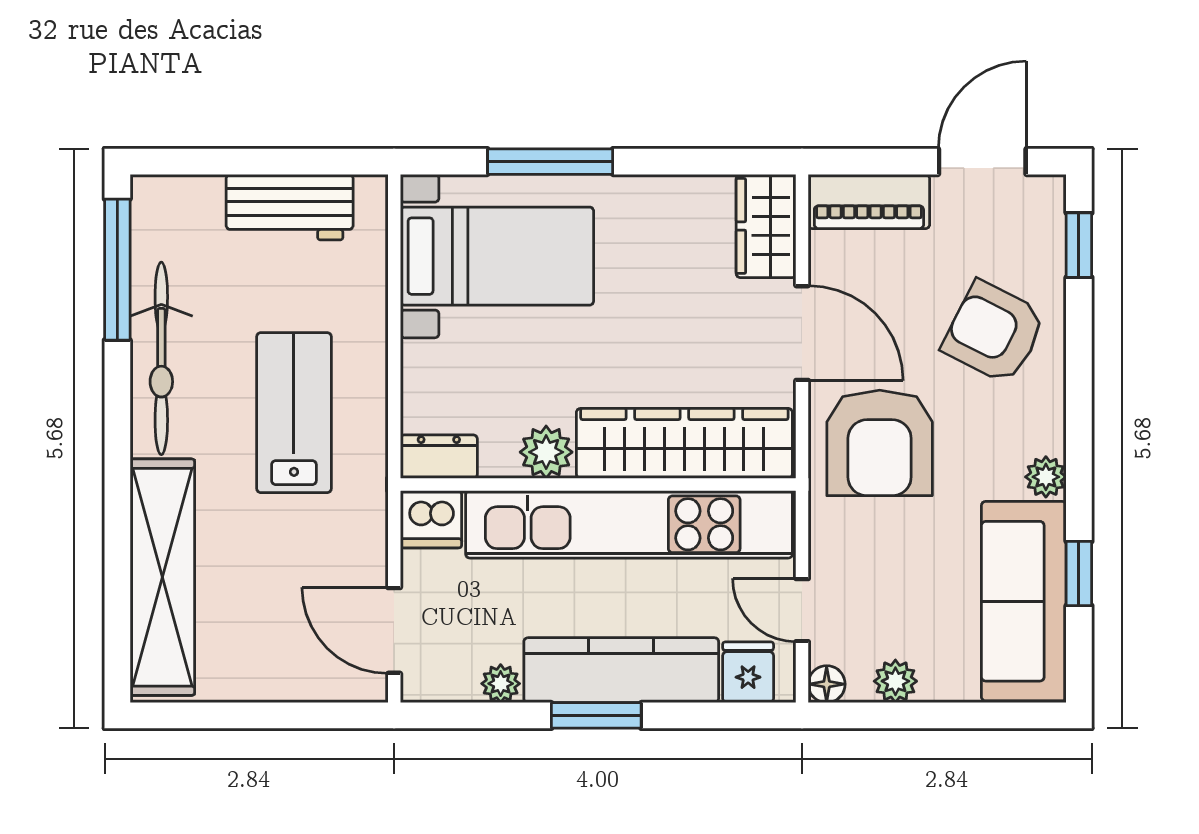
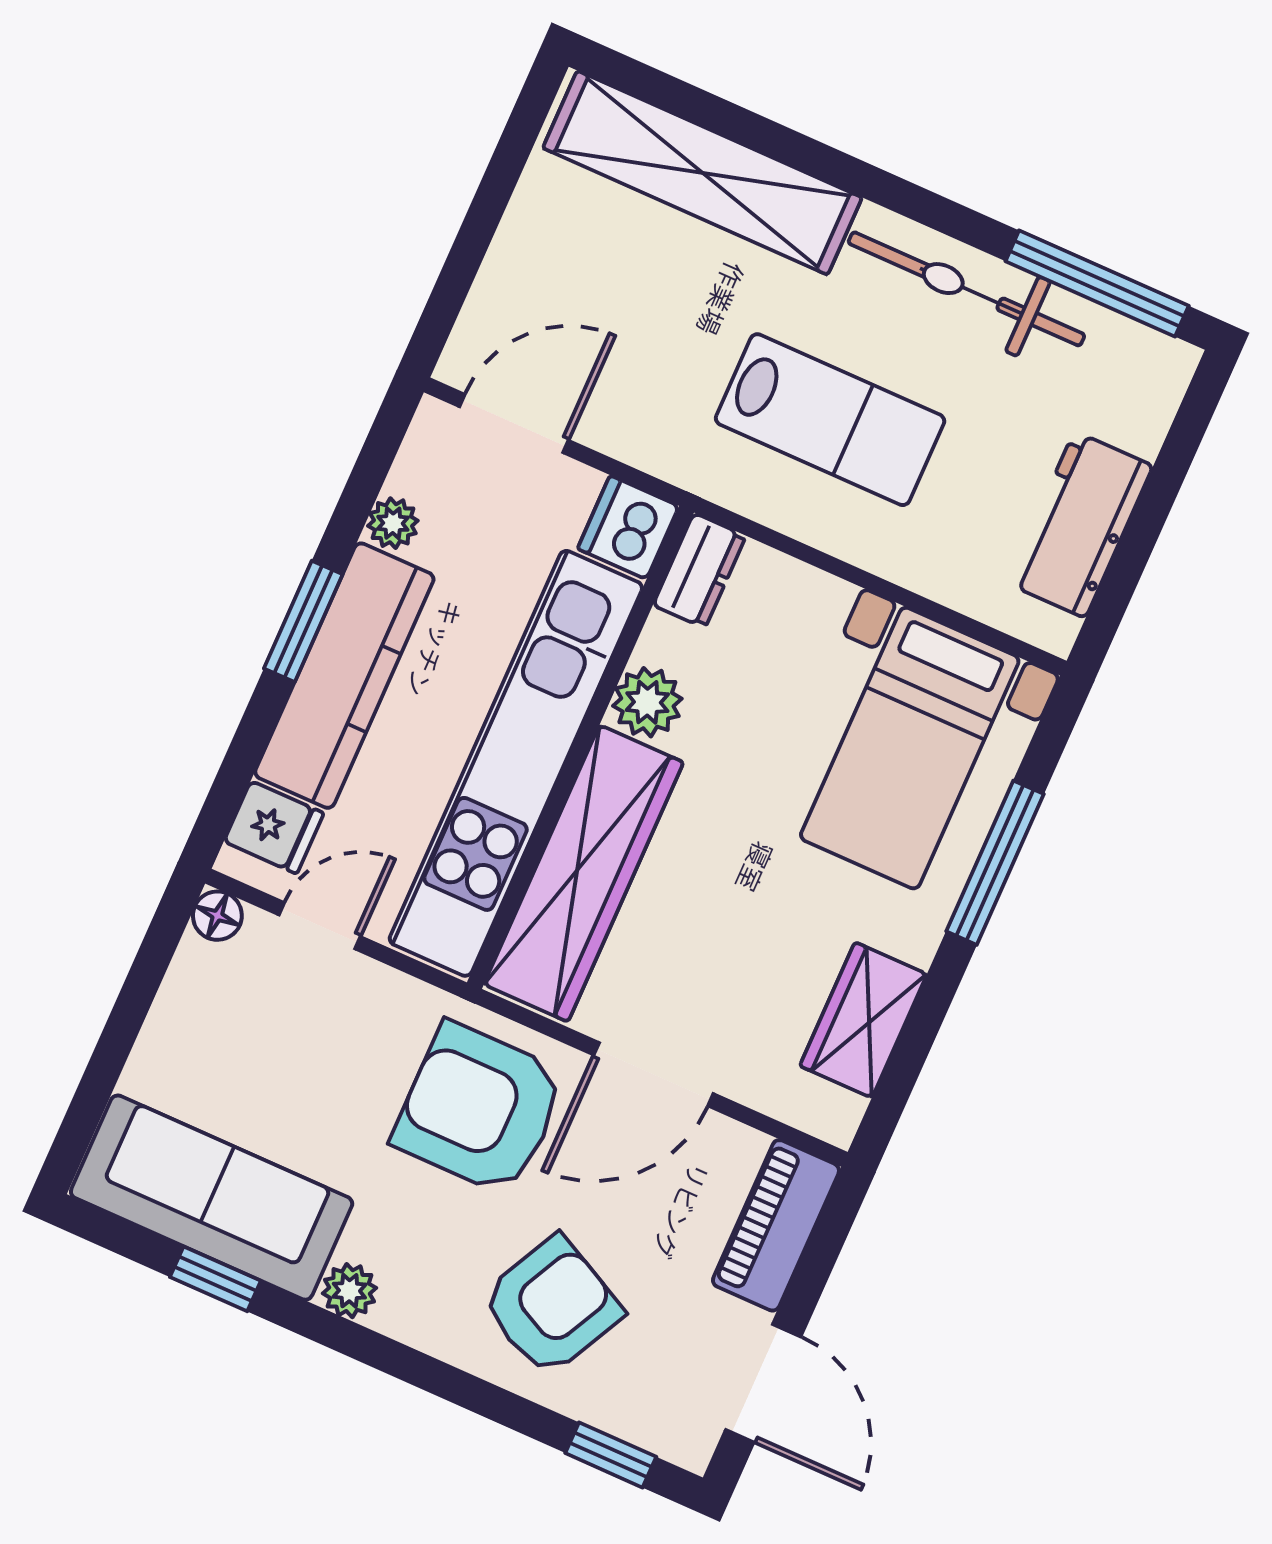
wardrobe: (766, 226) -> (863, 1020), moved, turned -90
plant: (895, 681) -> (184, 1000), removed

